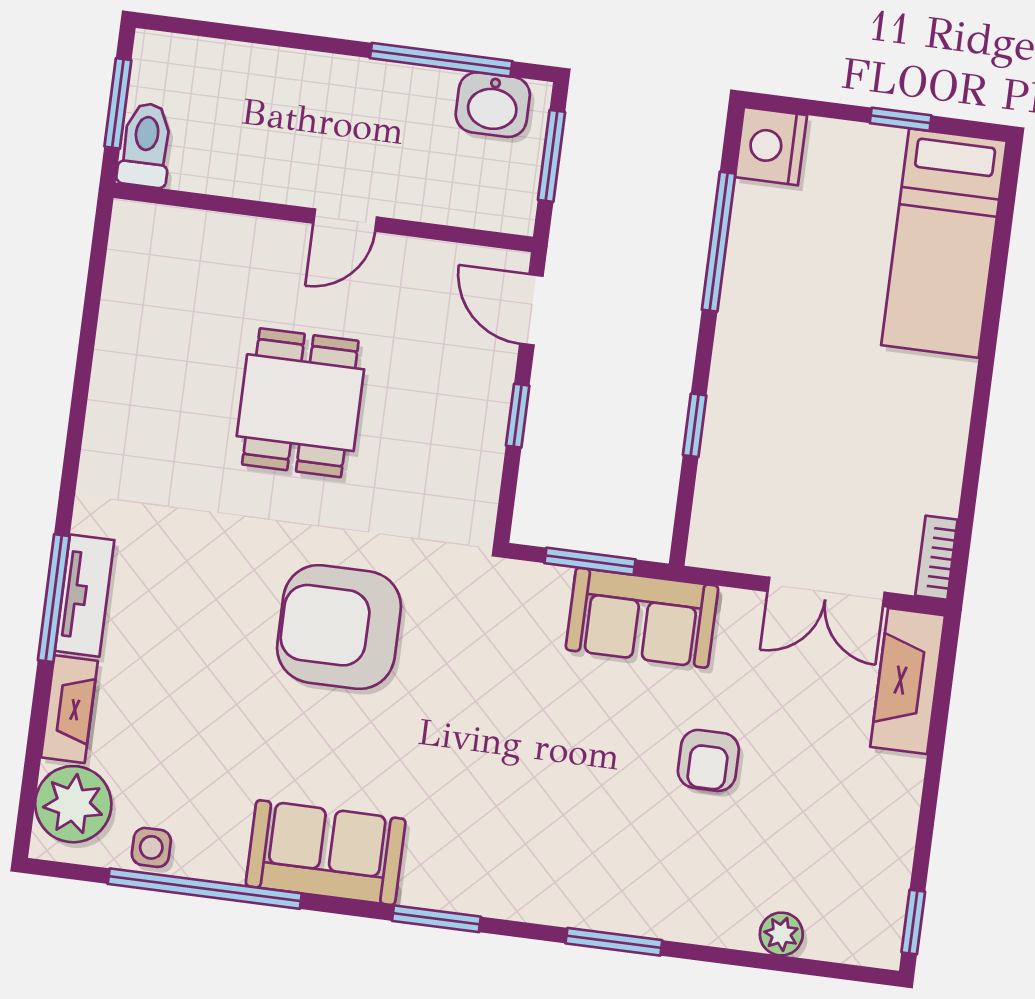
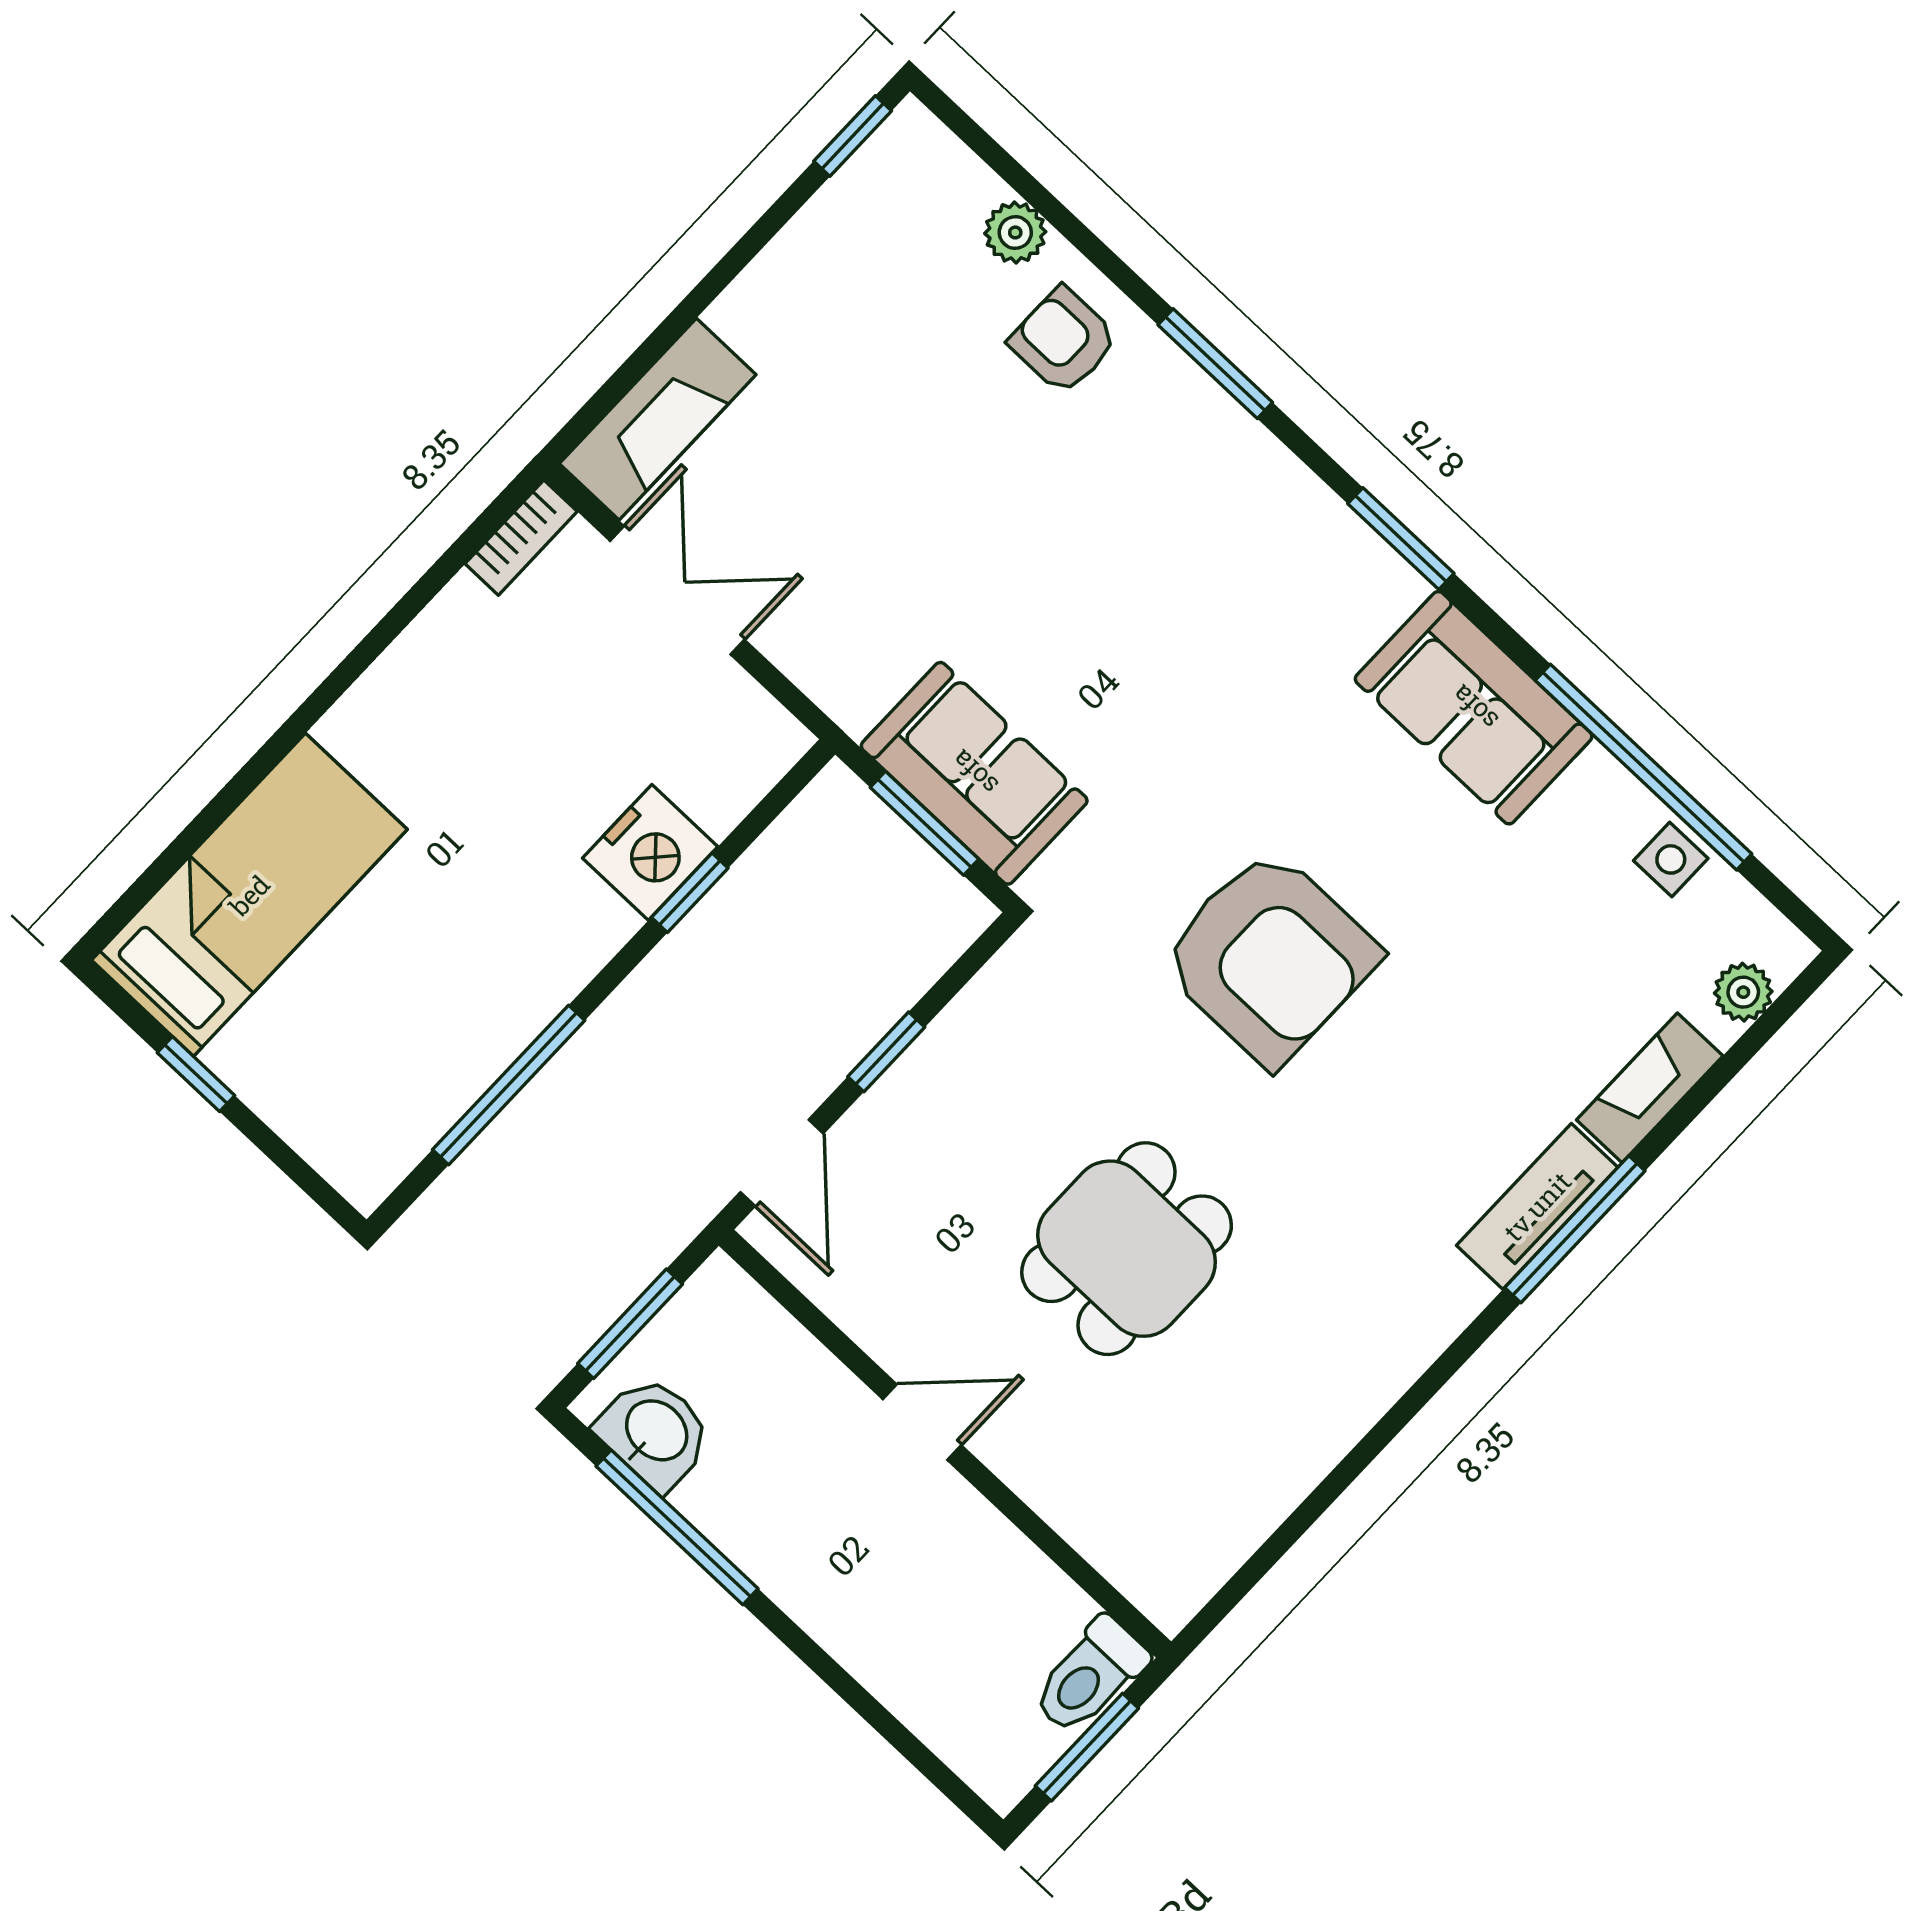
nightstand: (771, 146) -> (650, 852), moved
sofa: (642, 618) -> (974, 773), moved
armchair: (708, 760) -> (1064, 341), moved, turned -90
plant: (73, 804) -> (1743, 992), width x0.53, depth x0.53

